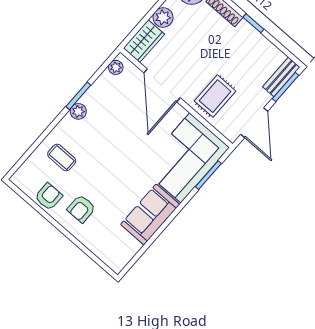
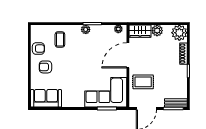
sofa: (150, 214) -> (46, 98), moved

